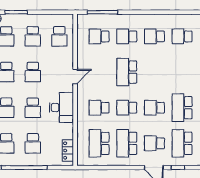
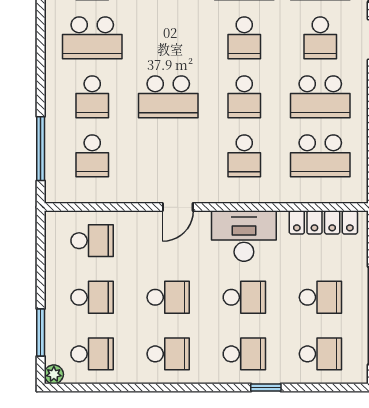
school desk: (154, 36) -> (92, 38), width x1.85
door: (75, 77) -> (178, 207), swing flipped
locker: (68, 150) -> (323, 222), width x1.53

